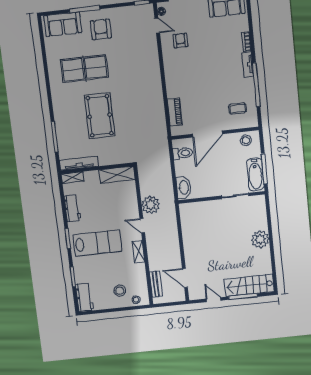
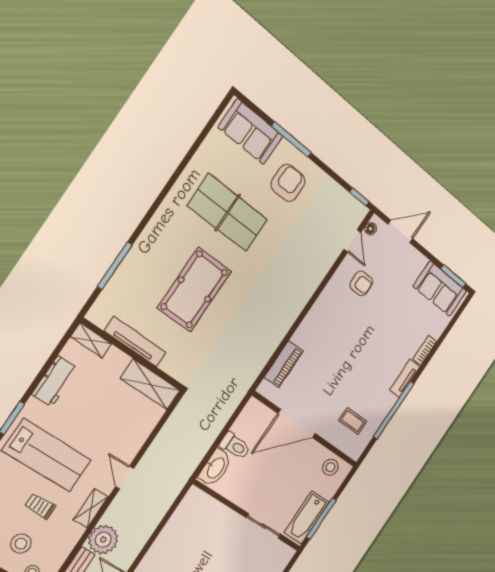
armchair: (180, 41) -> (361, 283), turned 90
toilet: (183, 153) -> (235, 446), moved
tv unit: (79, 163) -> (135, 342), moved
plant: (151, 205) -> (103, 540), moved
trolley: (114, 268) -> (40, 506), added

